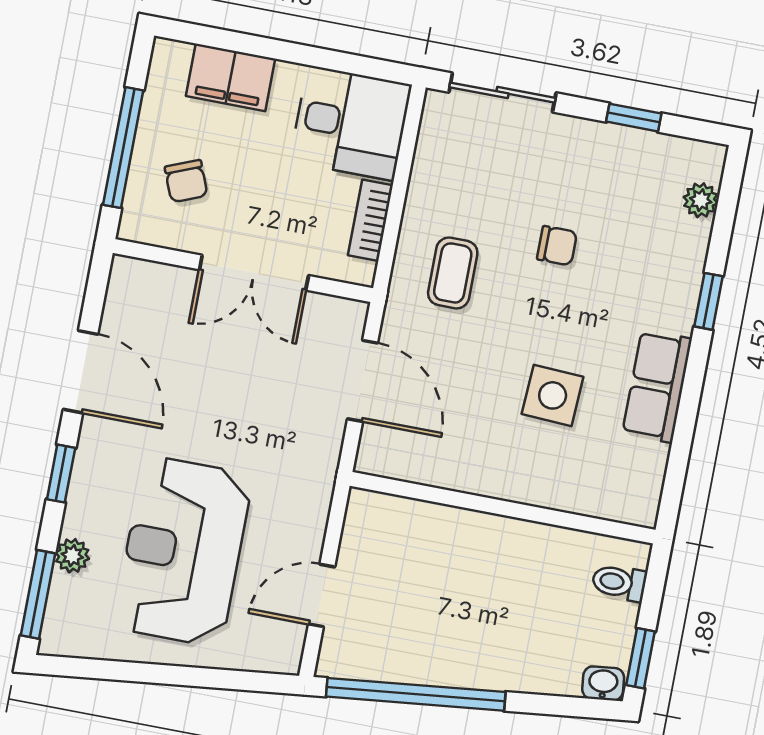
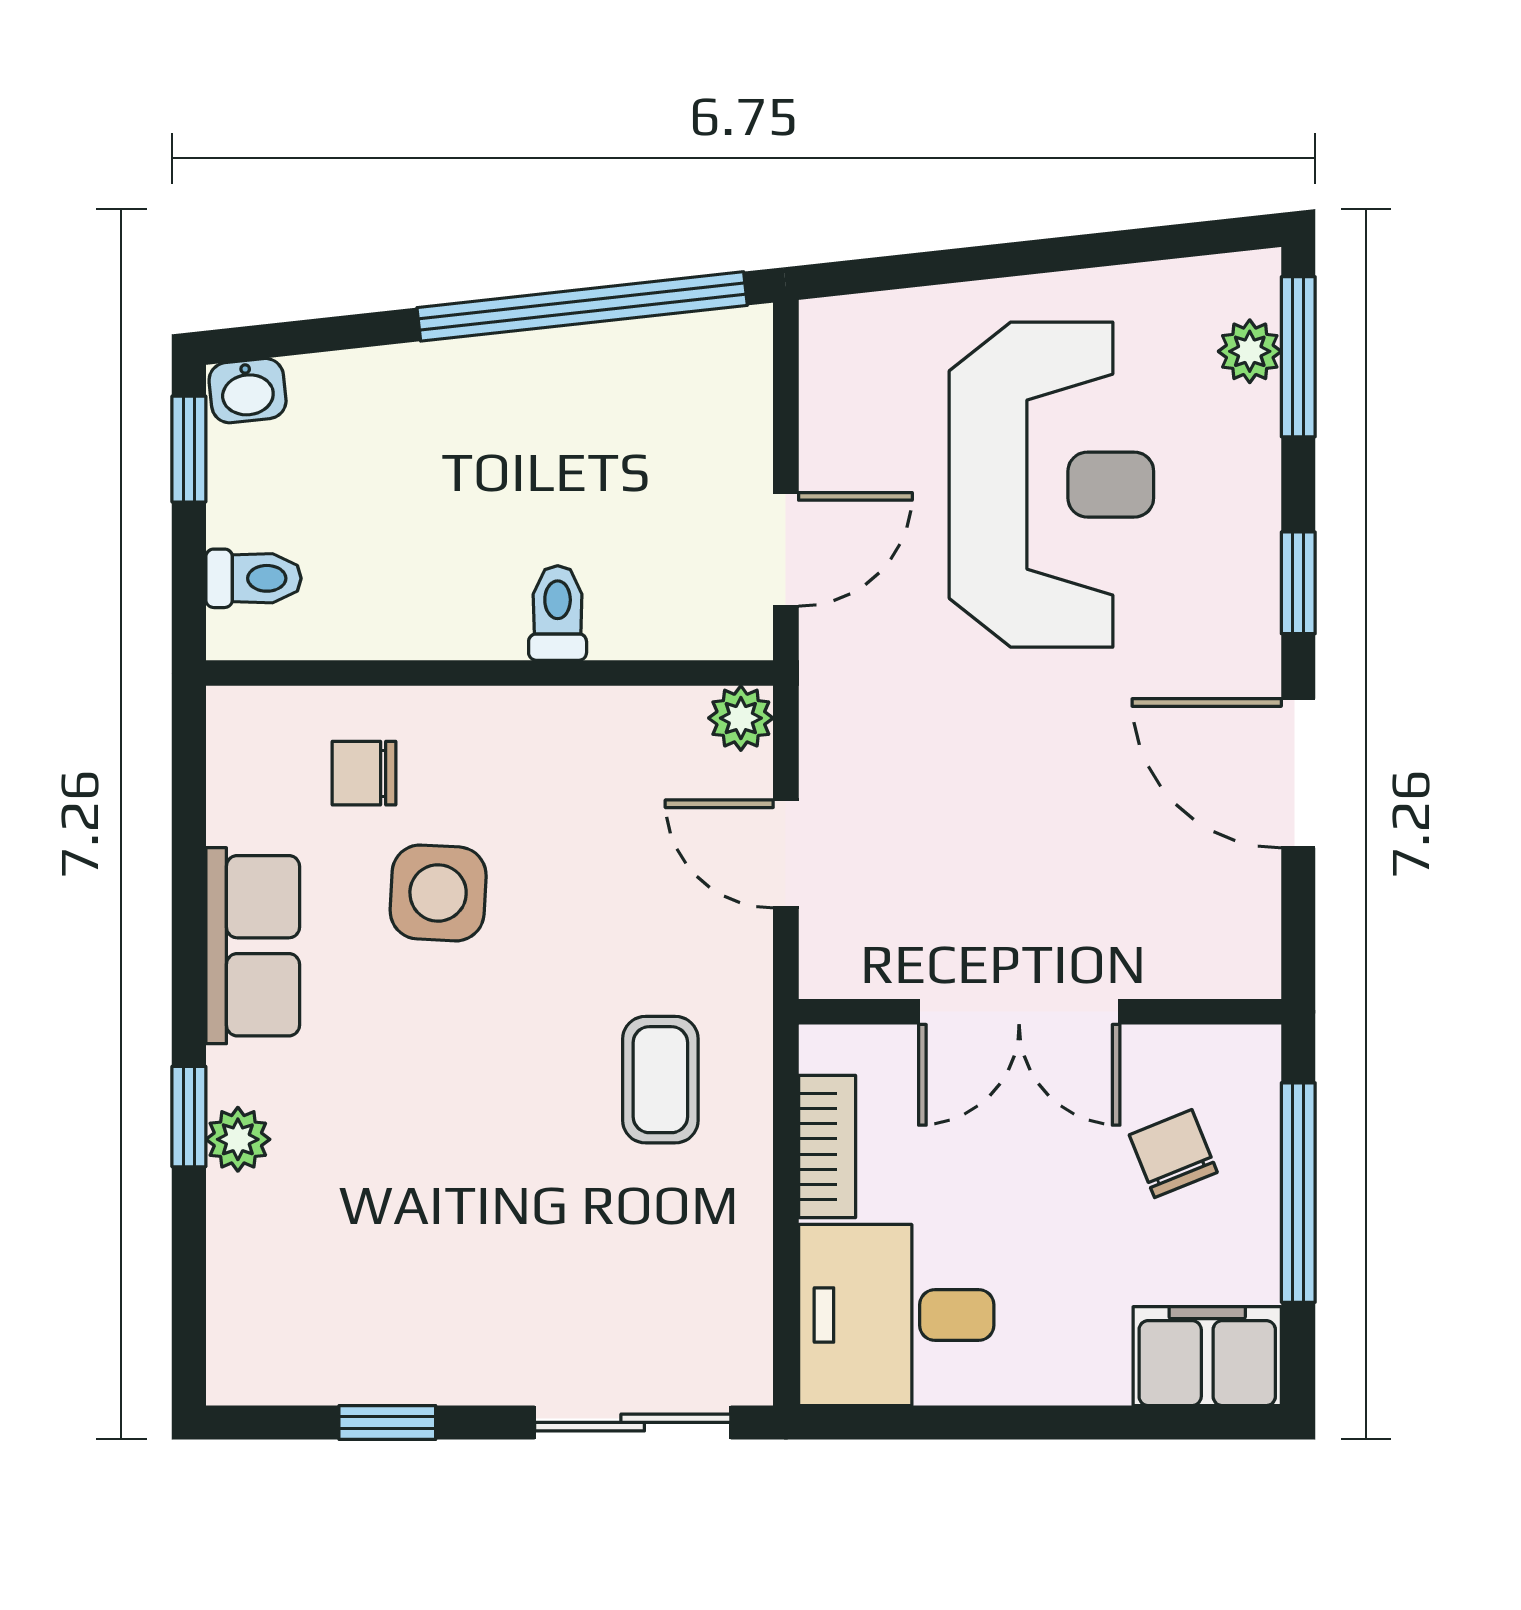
filing cabinet: (230, 77) -> (1207, 1356), moved
plant: (701, 200) -> (238, 1139), moved
chair: (557, 246) -> (364, 773), moved
double door: (254, 273) -> (1019, 1012), swing flipped
door: (363, 381) -> (786, 854), width x0.73
plant: (373, 458) -> (741, 718), added
toilet: (460, 533) -> (558, 613), added
plant: (72, 556) -> (1250, 351), moved
door: (322, 595) -> (786, 549), moved

